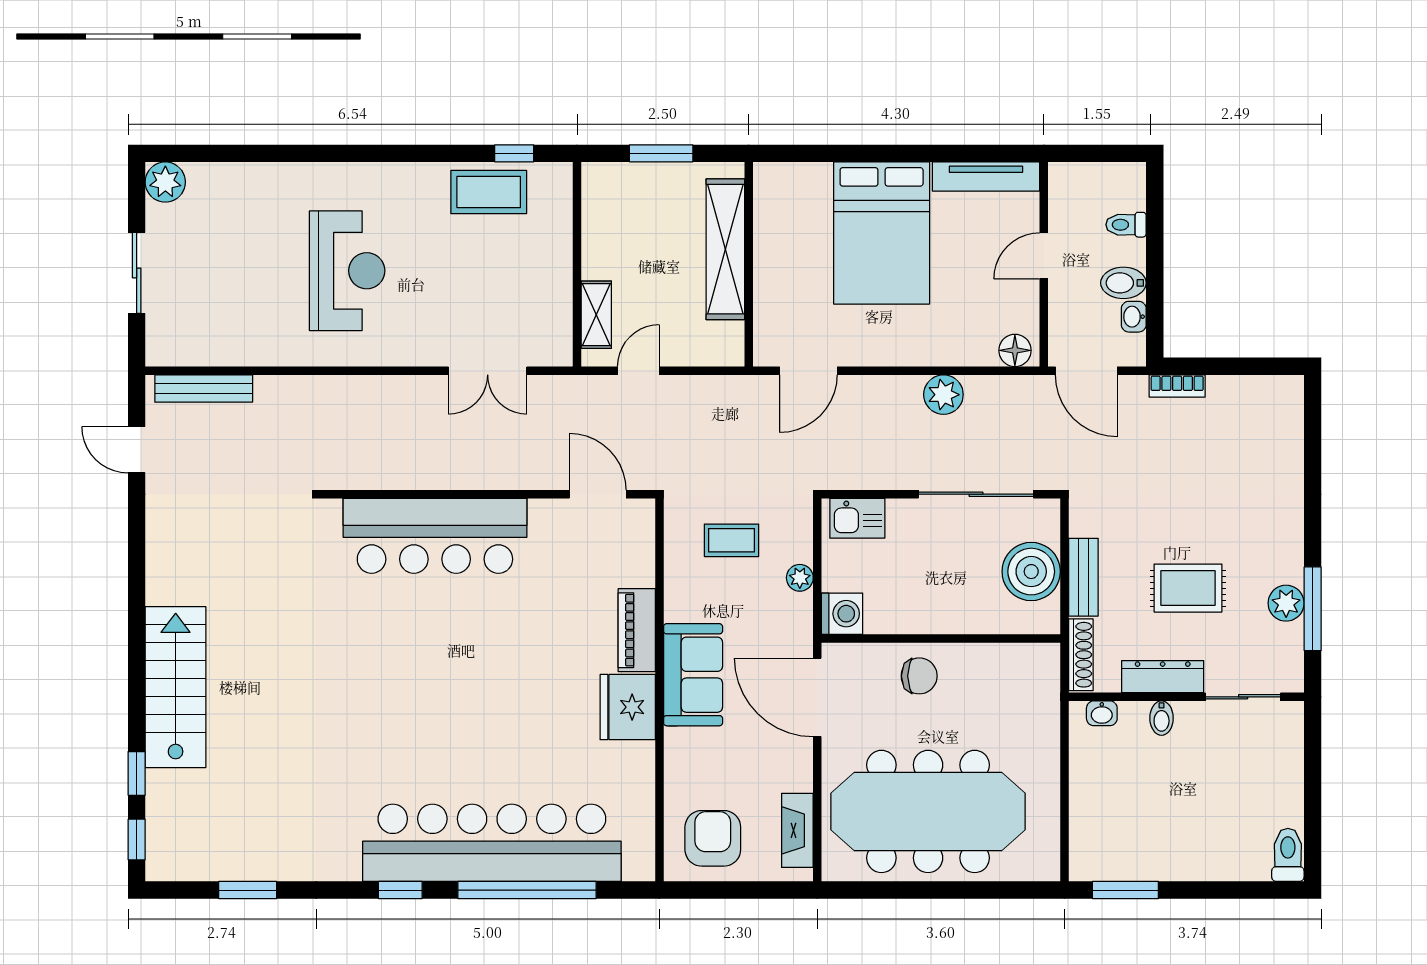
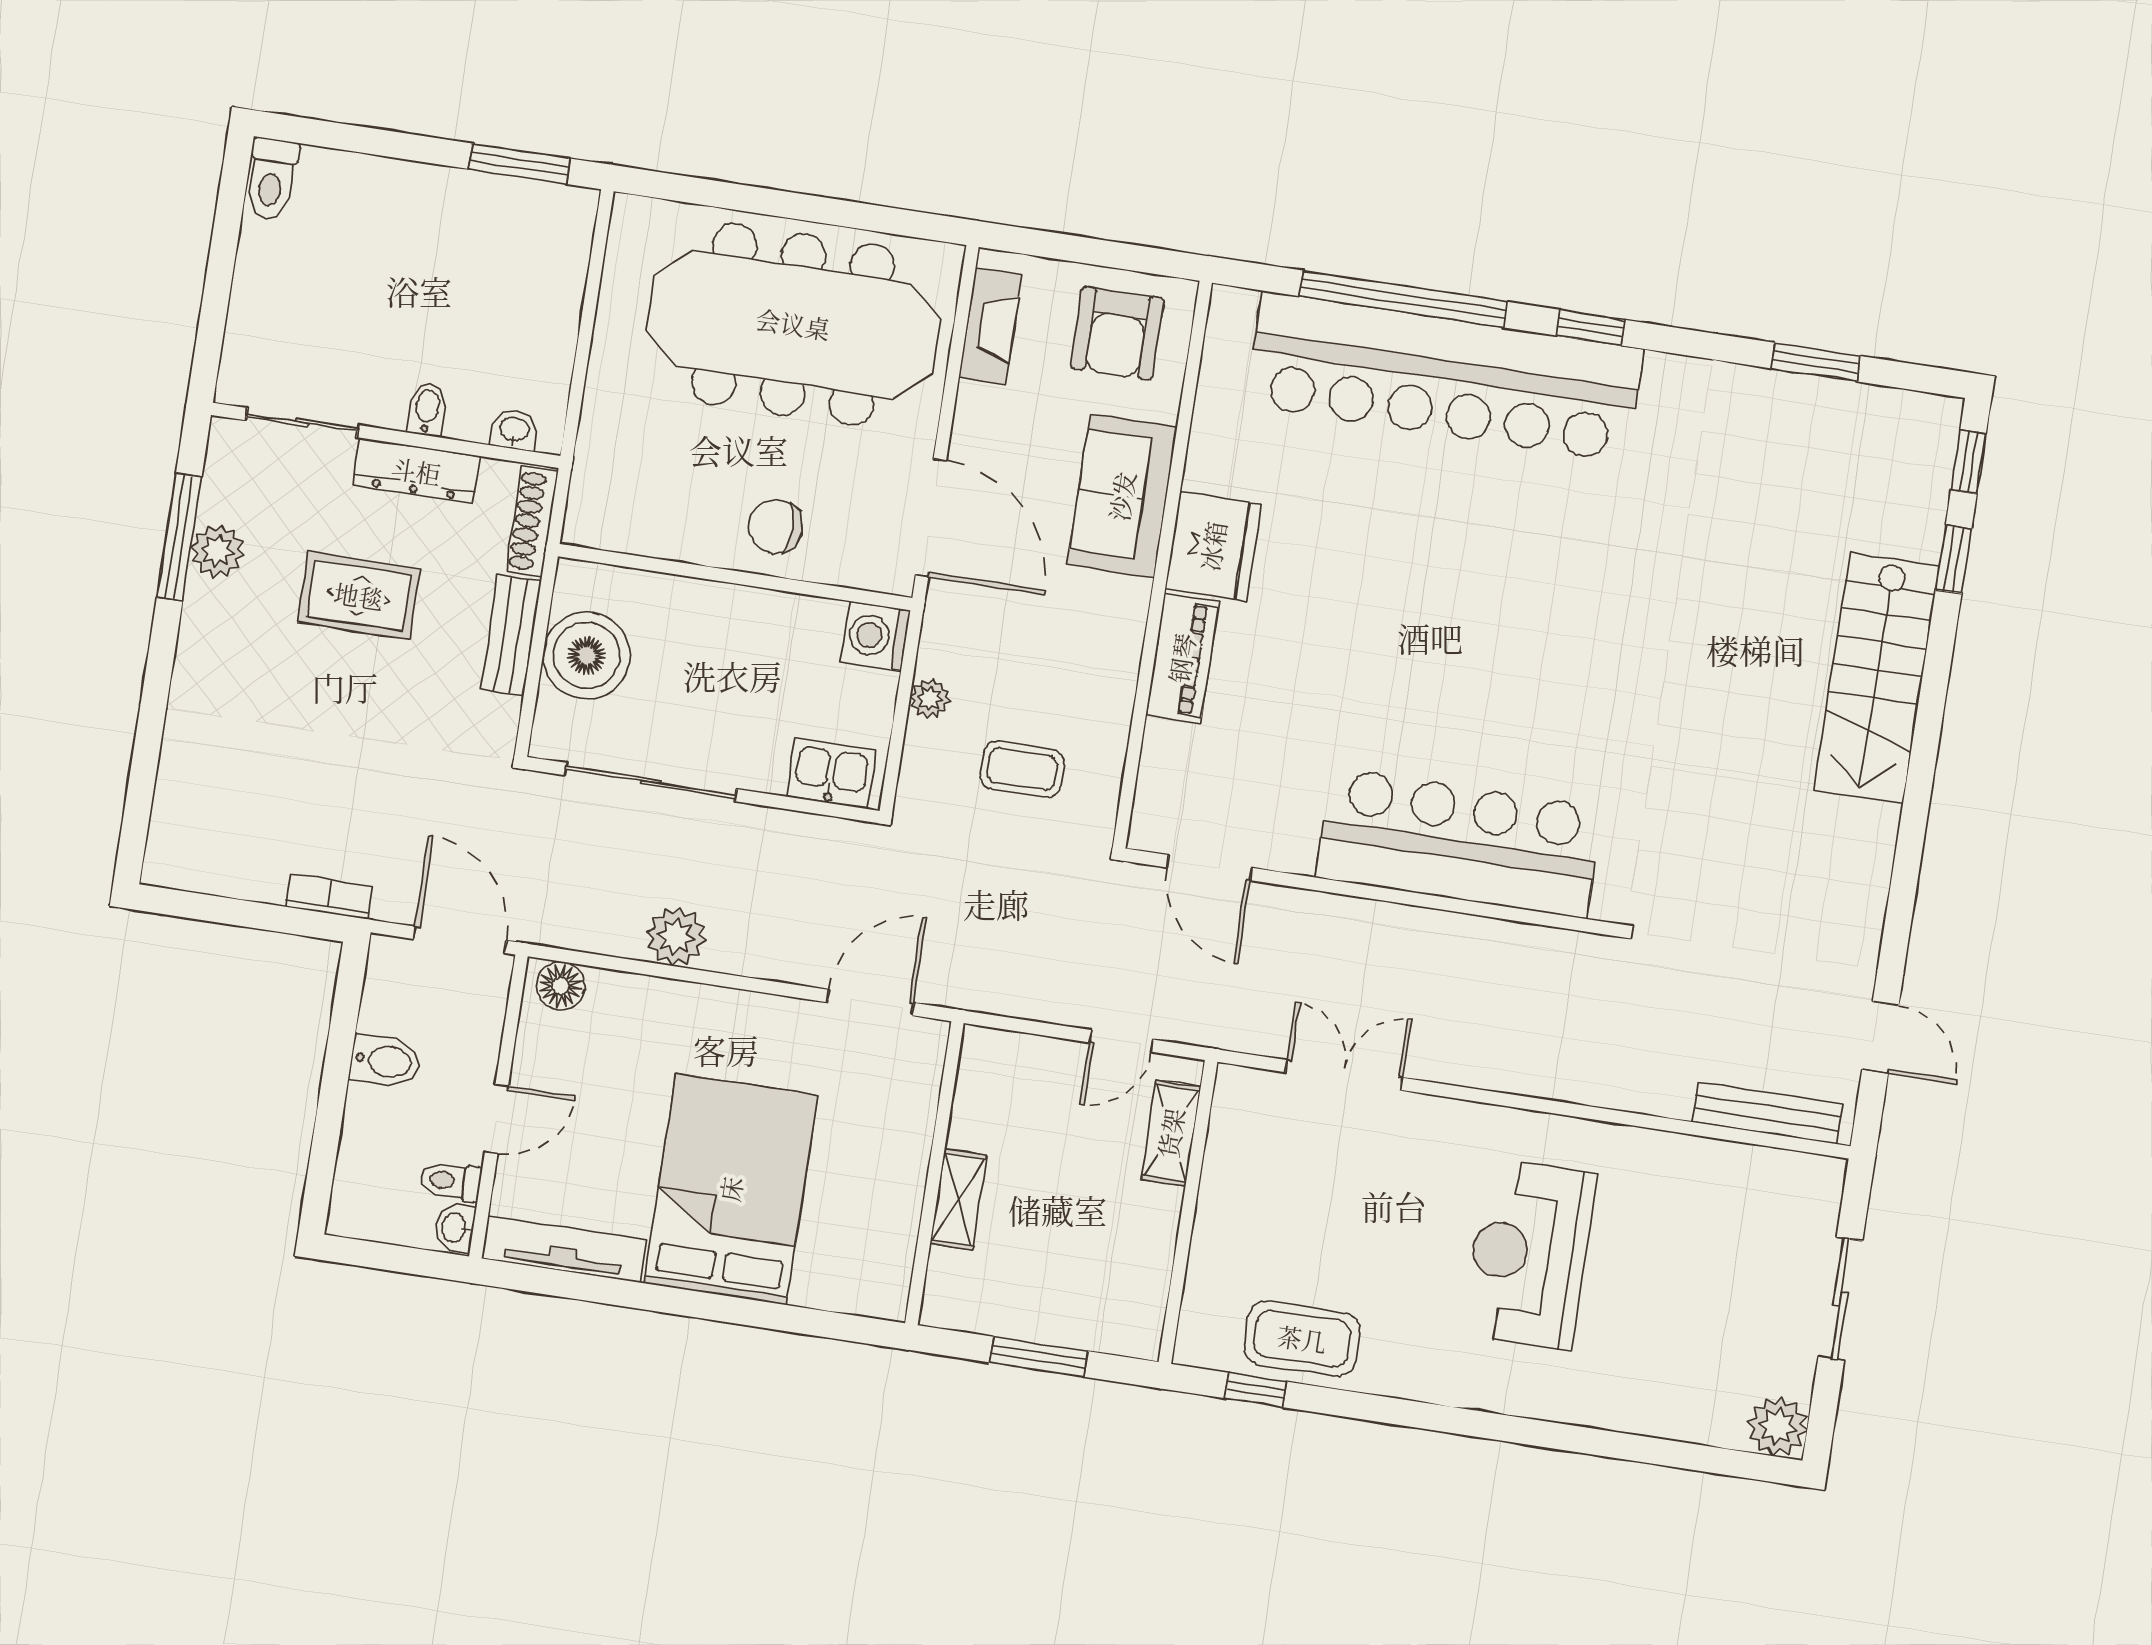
toilet: (1126, 225) -> (450, 1181), moved, turned 180
shelving: (725, 249) -> (958, 1200), width x0.45, depth x0.75
washbasin: (1134, 317) -> (455, 1228), moved, turned 180
sofa: (693, 675) -> (1122, 496), moved

